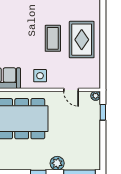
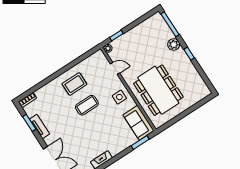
rug: (82, 40) -> (74, 84), width x0.73, depth x0.70
door: (71, 90) -> (115, 68), hinge flipped

